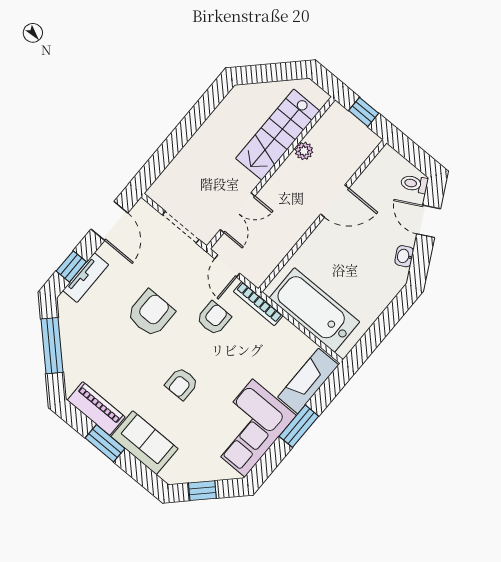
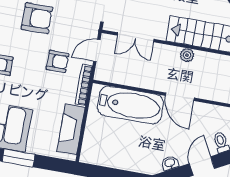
plant: (304, 151) -> (187, 55), moved
bathtub: (314, 310) -> (130, 105), moved, turned 90
fireplace: (308, 381) -> (71, 129), moved, turned -90

